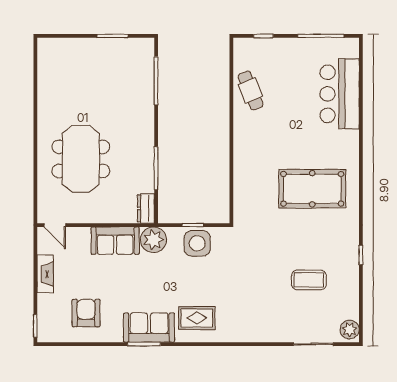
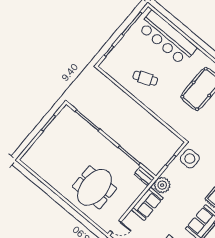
cafe table: (251, 90) -> (145, 78), moved
bar counter: (340, 94) -> (167, 38), width x1.36
meeting table: (81, 159) -> (95, 187), turned 90
side table: (197, 243) -> (190, 159), moved

